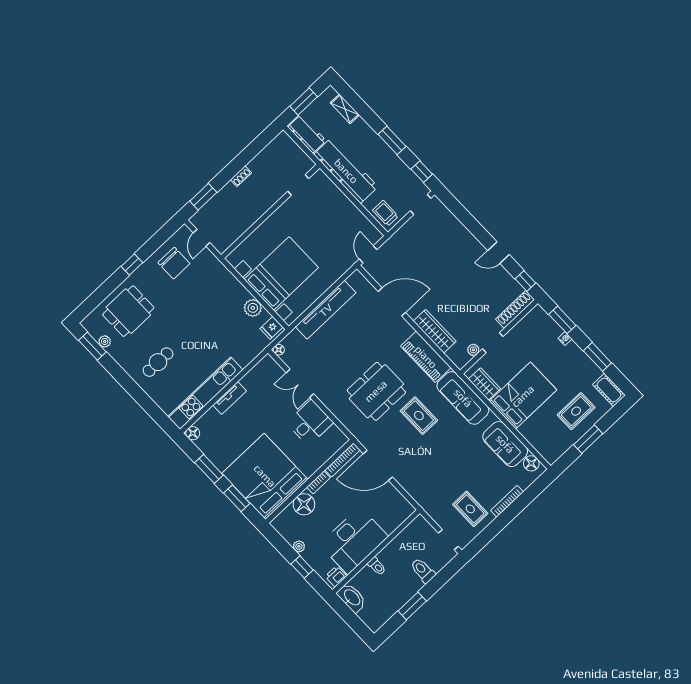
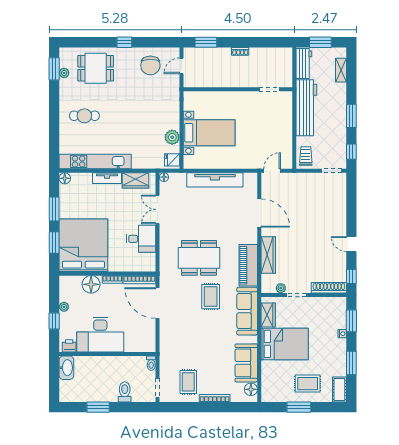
bed with nightstands: (281, 273) -> (209, 133), width x0.73
wardrobe: (256, 376) -> (135, 180), added
toilet: (377, 566) -> (151, 363), moved

